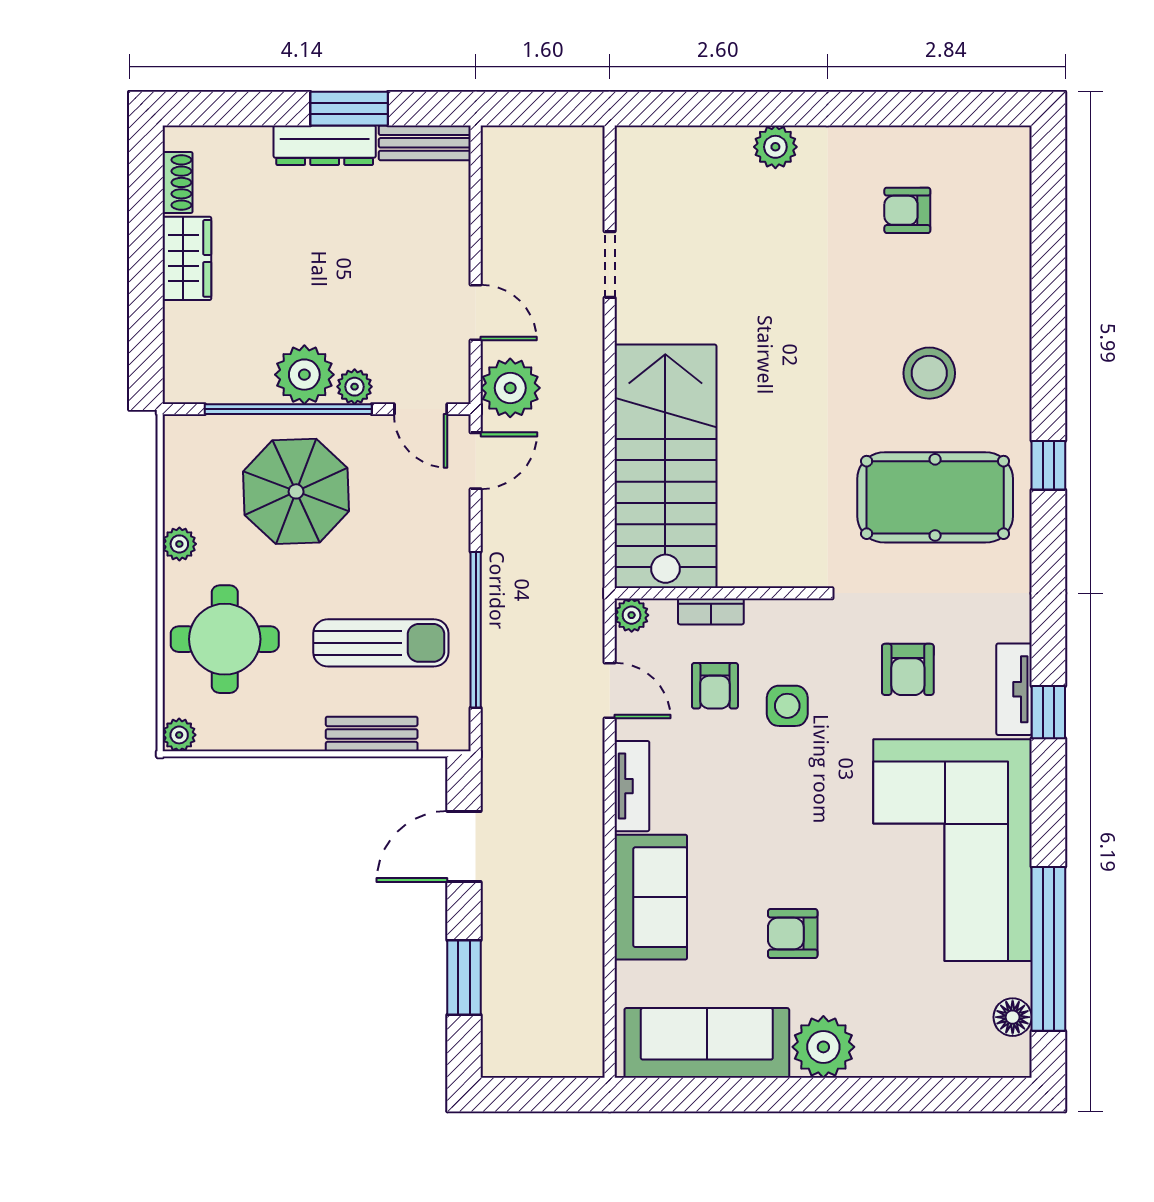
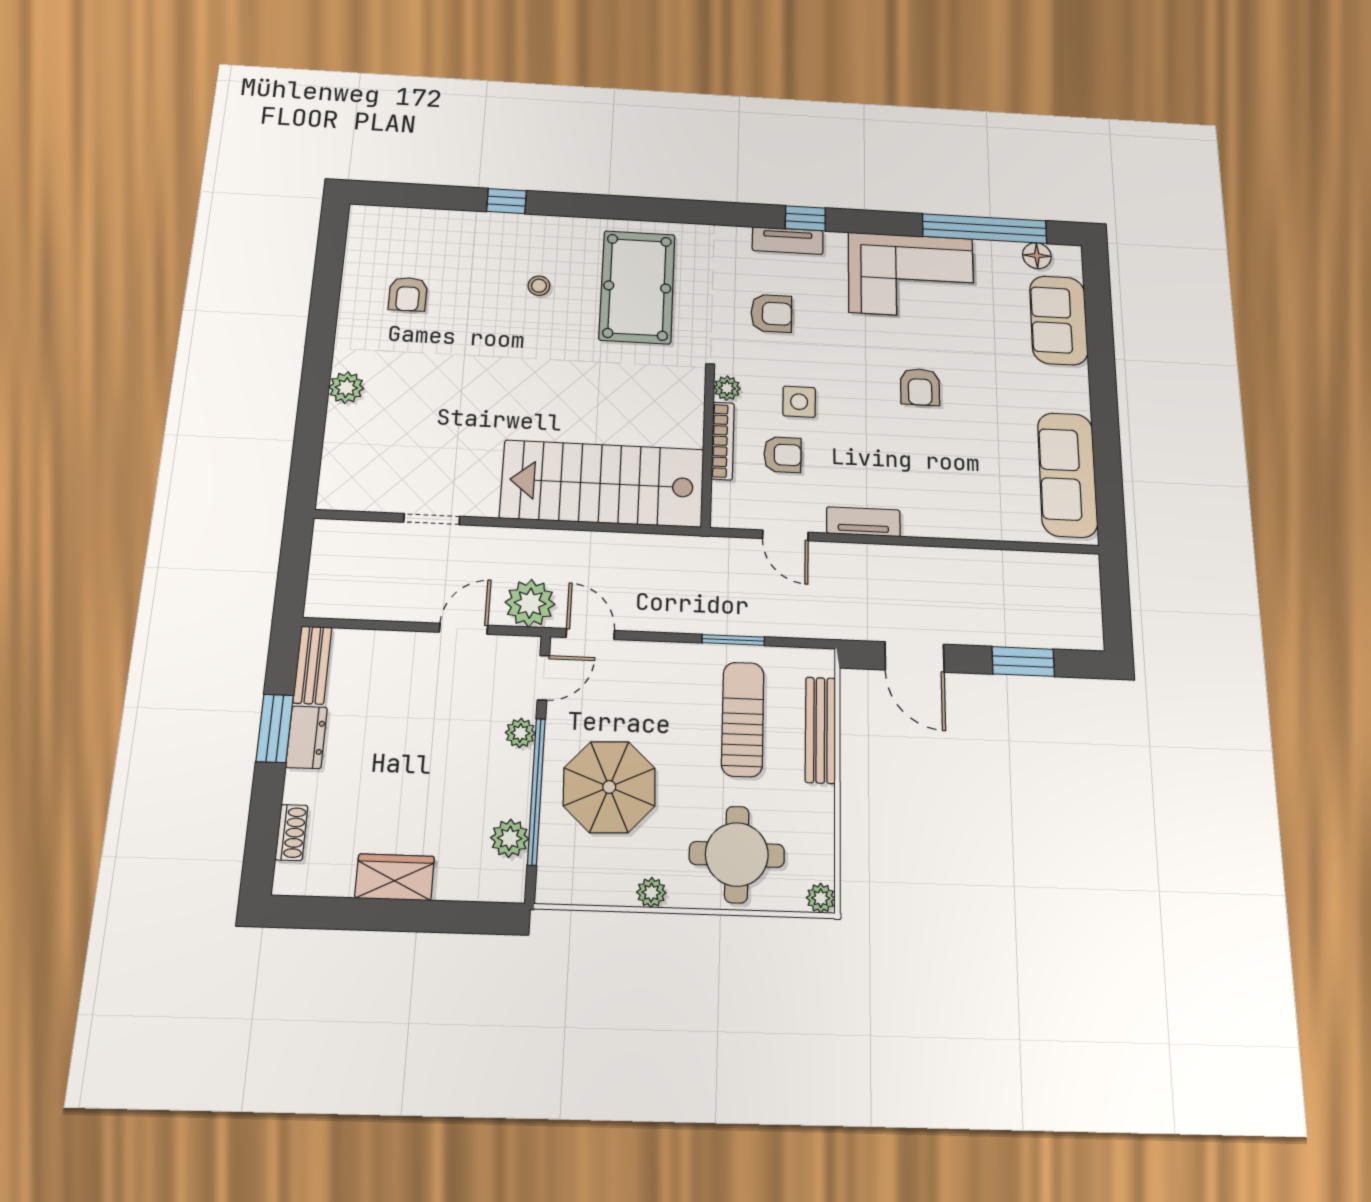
dresser: (325, 145) -> (307, 737), width x0.70
shoe rack: (178, 182) -> (292, 833), moved, turned 90
stool: (929, 373) -> (539, 286), width x0.53, depth x0.53
plant: (304, 375) -> (510, 838), moved, width x0.73, depth x0.73
window: (1048, 465) -> (507, 201), moved
bookcase: (711, 611) -> (723, 441), width x1.56
plant: (632, 615) -> (727, 388), moved
window: (476, 630) -> (733, 640), width x0.47
door: (610, 691) -> (785, 535), swing flipped
bench: (372, 734) -> (820, 730), width x1.36
corner sofa: (952, 850) -> (911, 275), width x0.73, depth x0.74
sofa: (651, 897) -> (1059, 320), moved, turned -90
armchair: (793, 934) -> (920, 387), moved
plant: (823, 1047) -> (1066, 389), removed

